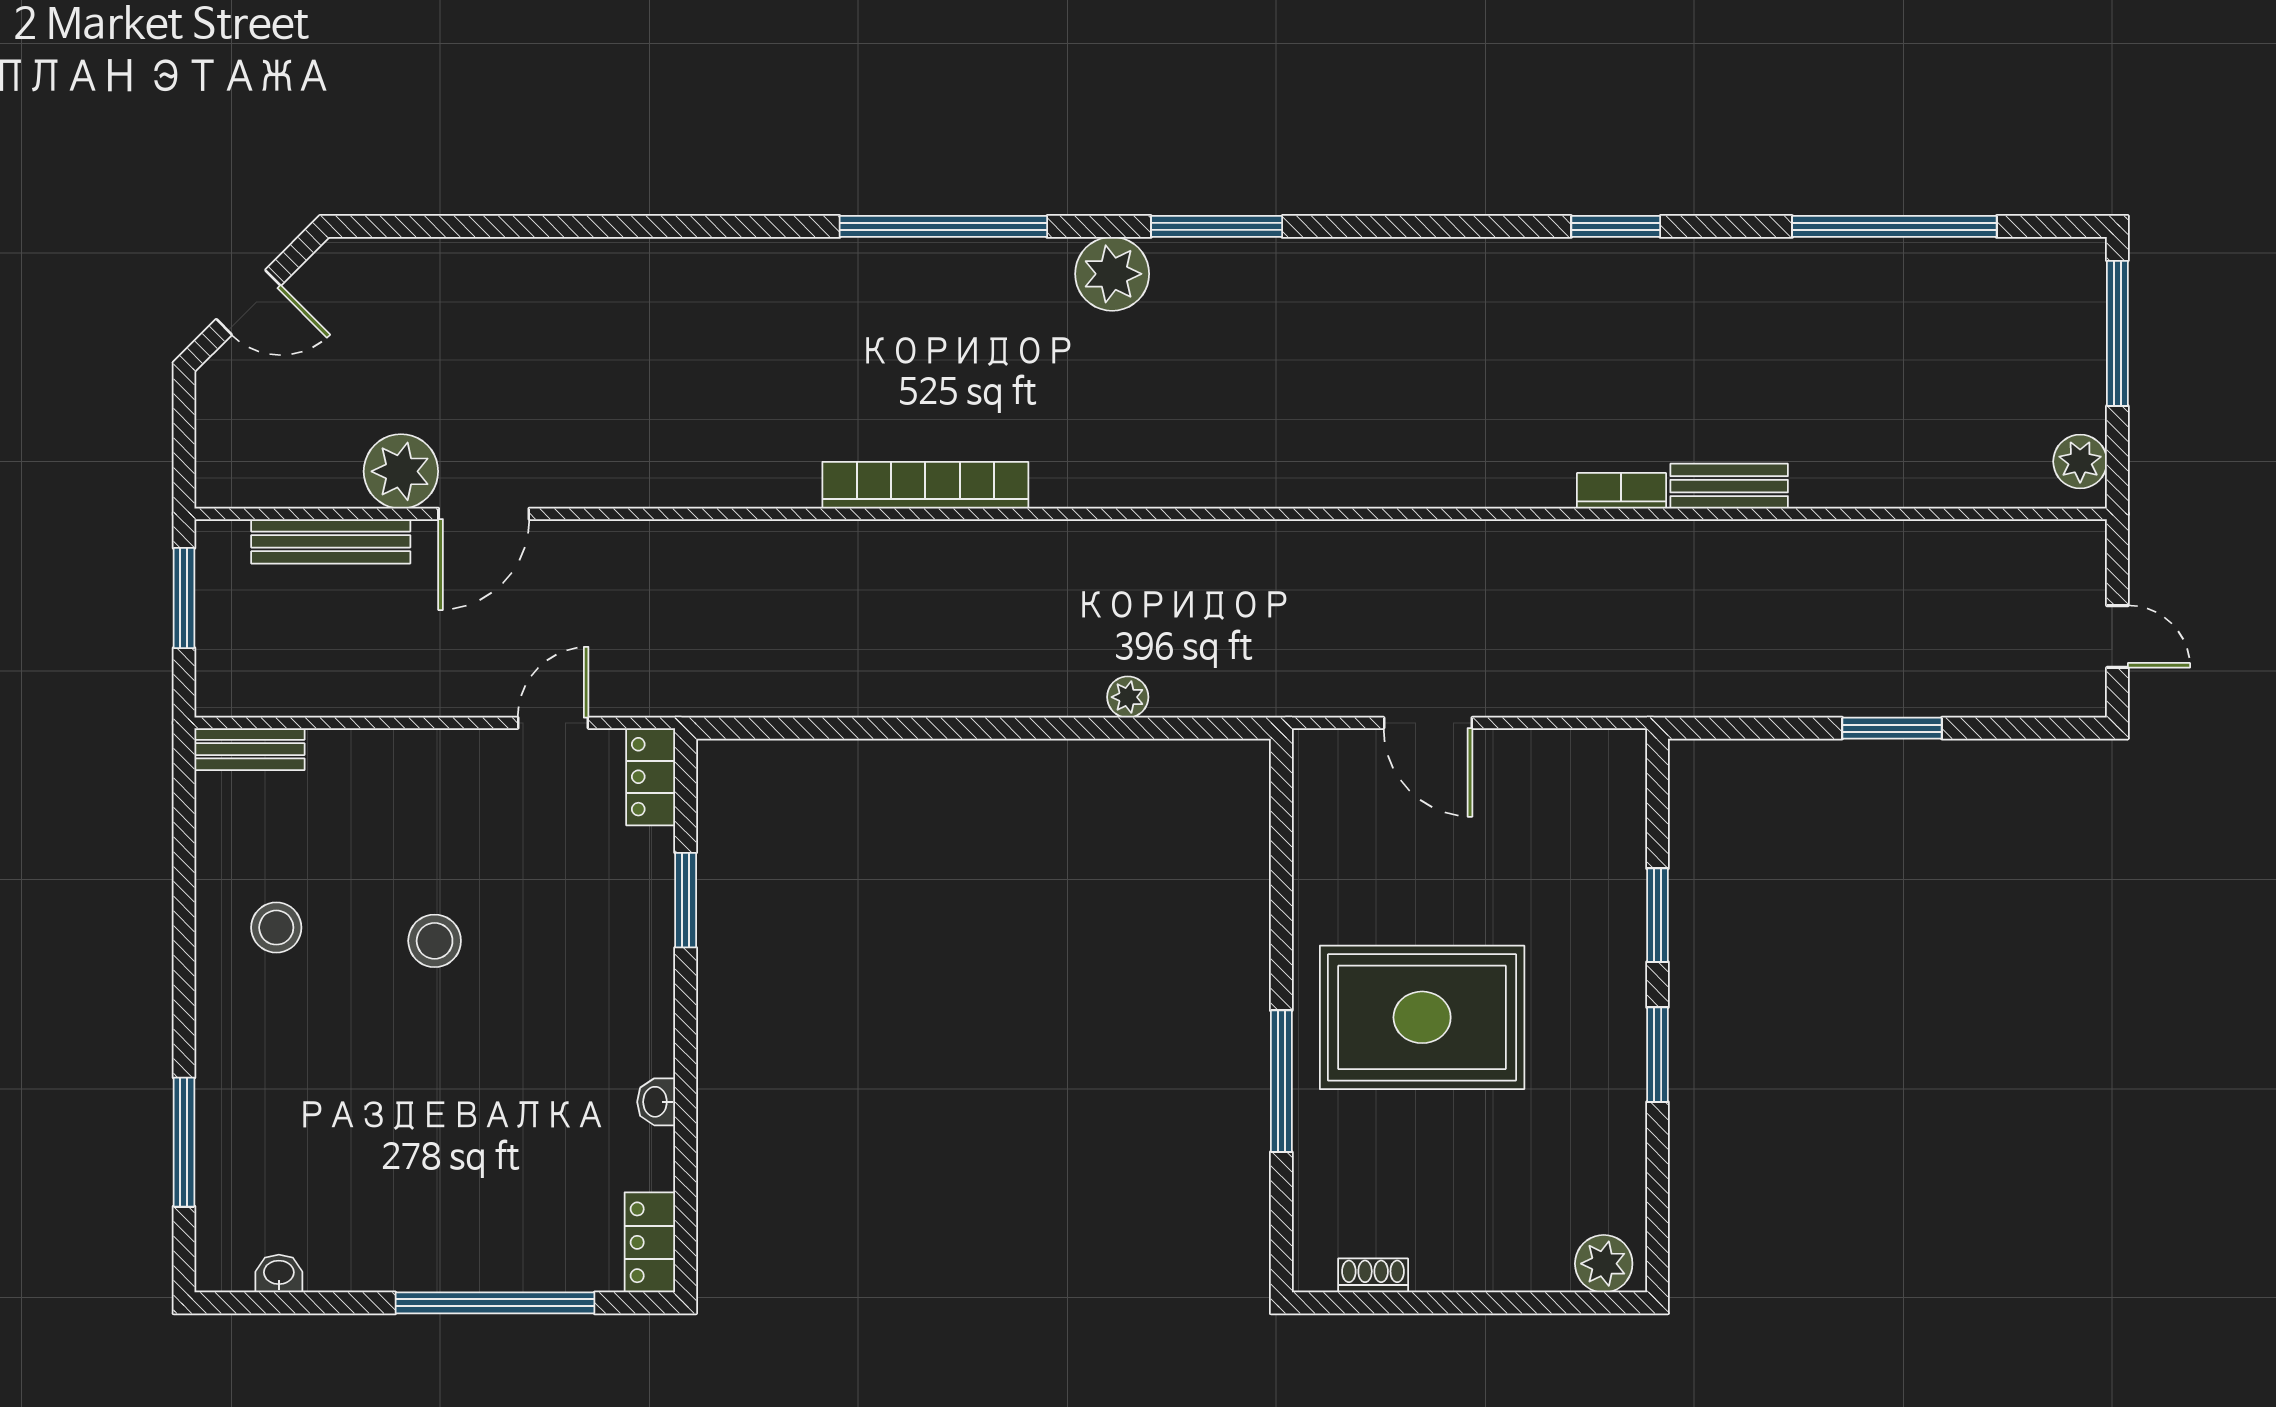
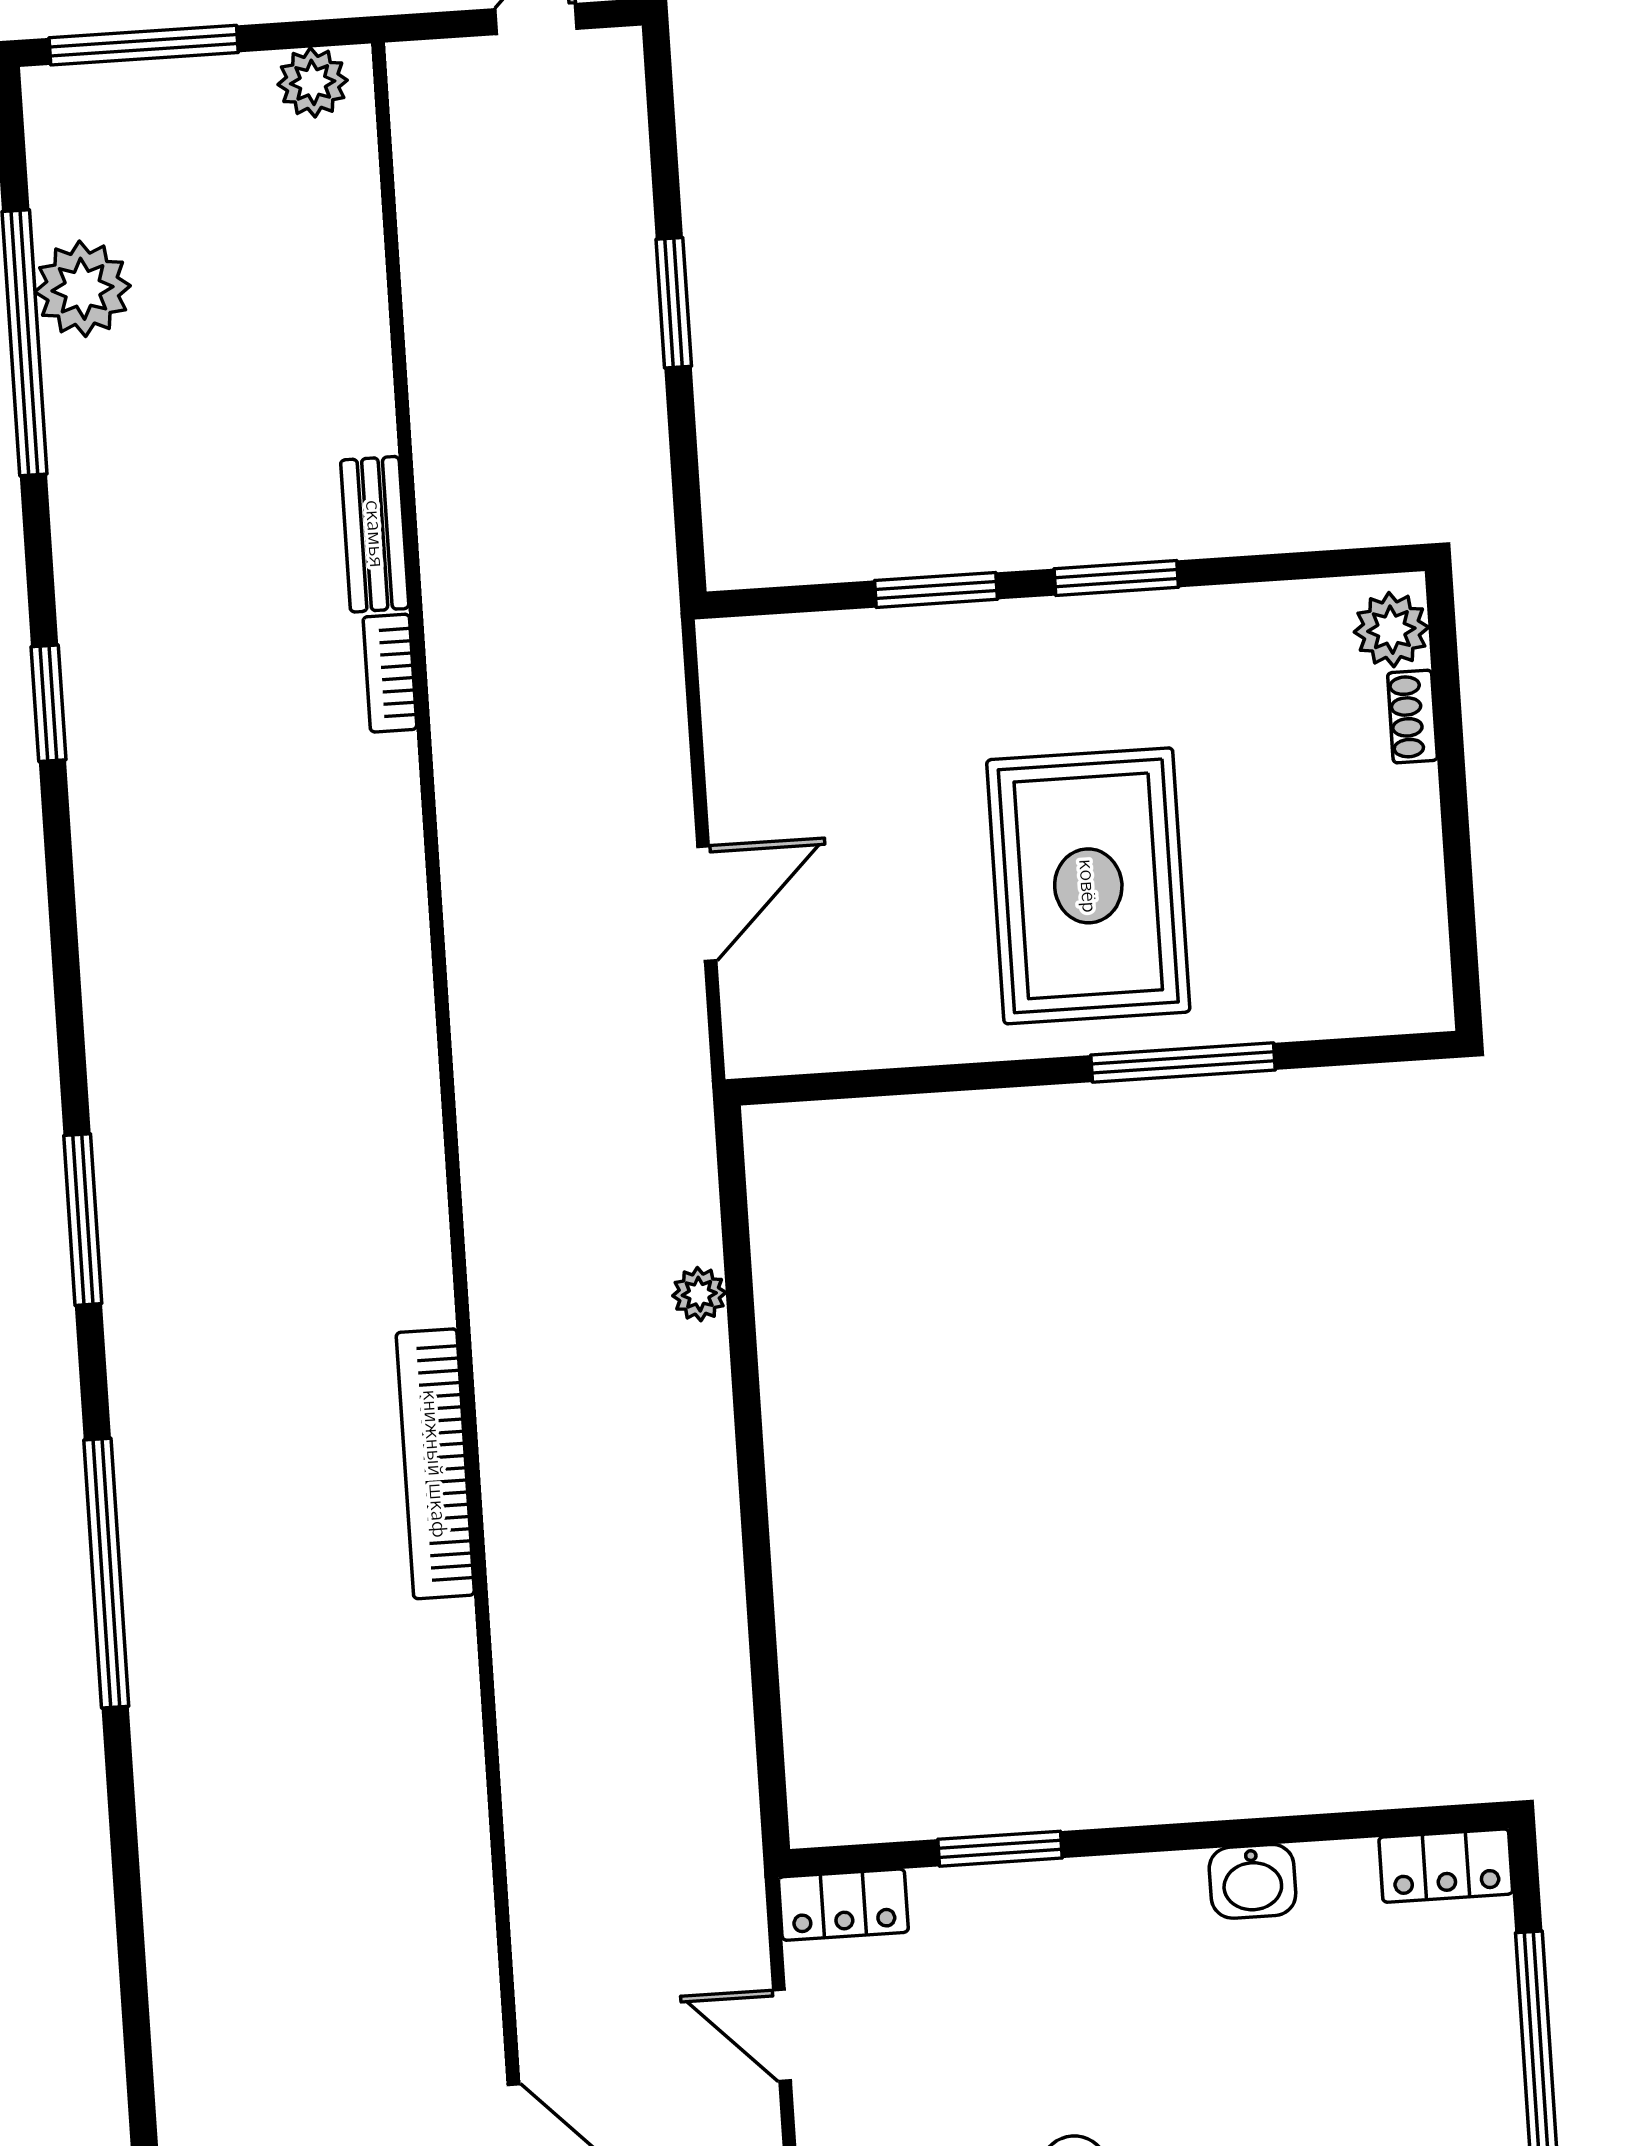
plant: (1112, 274) -> (83, 289), moved
bookcase: (925, 485) -> (435, 1464), moved
washbasin: (656, 1102) -> (1252, 1881), width x1.38, depth x1.45
shoe rack: (1373, 1275) -> (1412, 717), moved

